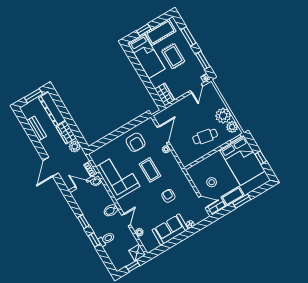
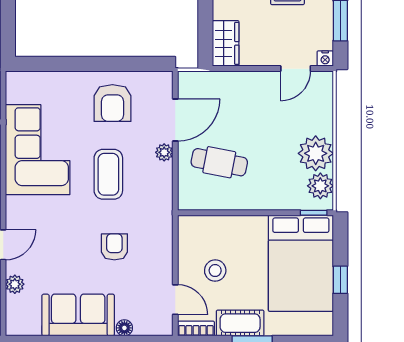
cafe table: (205, 137) -> (219, 162), moved

